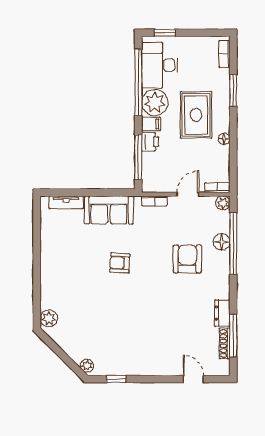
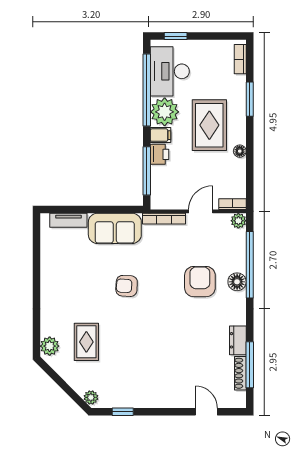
bookcase: (154, 201) -> (164, 219), width x1.56
floor lamp: (222, 242) -> (237, 282), moved
rug: (83, 315) -> (86, 342), added

